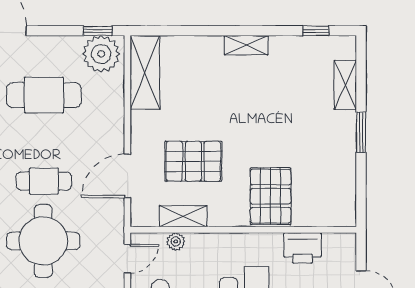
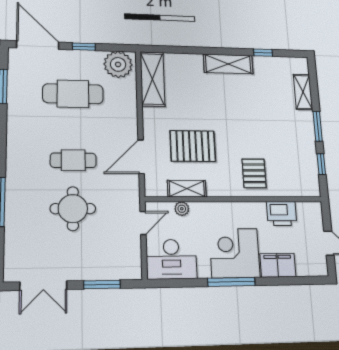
window: (98, 31) -> (84, 47), moved
window: (316, 31) -> (263, 53), moved
shelving: (246, 45) -> (228, 64), width x1.50, depth x1.33
window: (361, 184) -> (321, 164), added
pallet: (271, 196) -> (254, 173), width x0.67, depth x0.71
round table: (43, 241) -> (73, 209), width x0.73, depth x0.73

